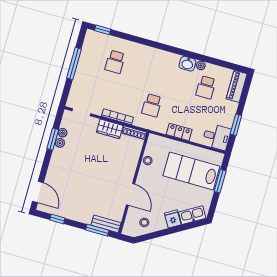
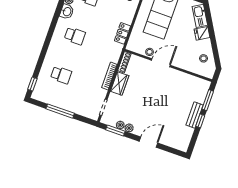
school desk: (152, 105) -> (75, 36), moved
locker: (179, 132) -> (123, 33), moved
window: (53, 139) -> (115, 130), moved
door: (38, 192) -> (149, 142), moved
door: (131, 194) -> (161, 63), moved
window: (57, 219) -> (200, 121), moved
bench: (106, 224) -> (195, 115), moved

